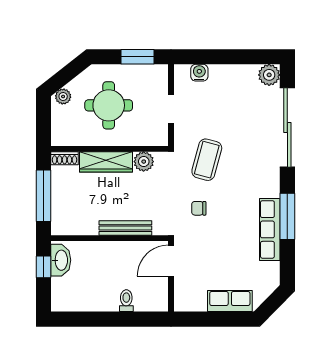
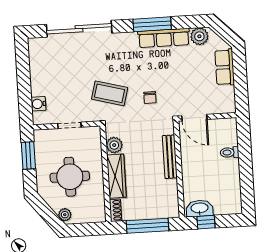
plant: (269, 75) -> (199, 36), moved

